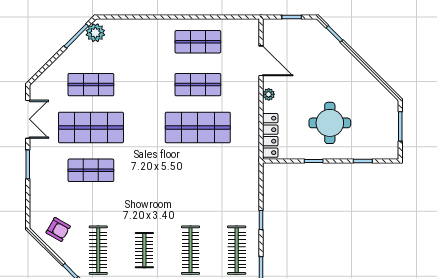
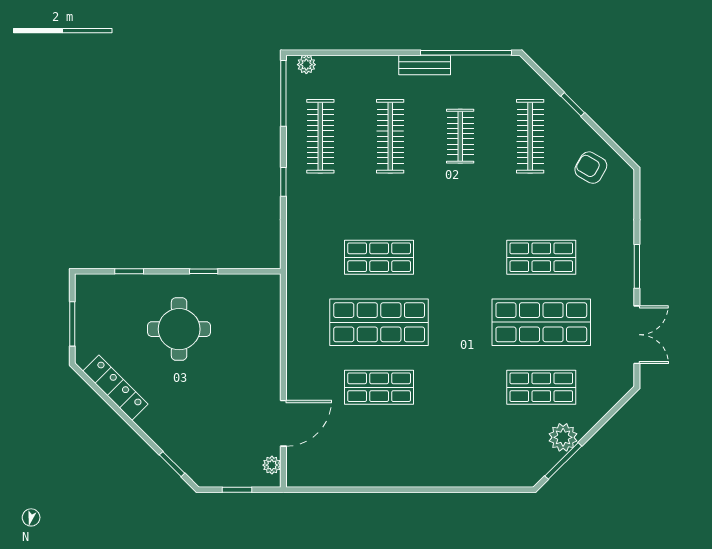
plant: (95, 33) -> (563, 437), moved
shop shelf: (198, 42) -> (379, 257), moved
door: (261, 61) -> (283, 423), swing flipped
plant: (269, 94) -> (272, 465), moved
double door: (28, 119) -> (637, 335), swing flipped
locker: (270, 135) -> (115, 388), moved, turned 135

